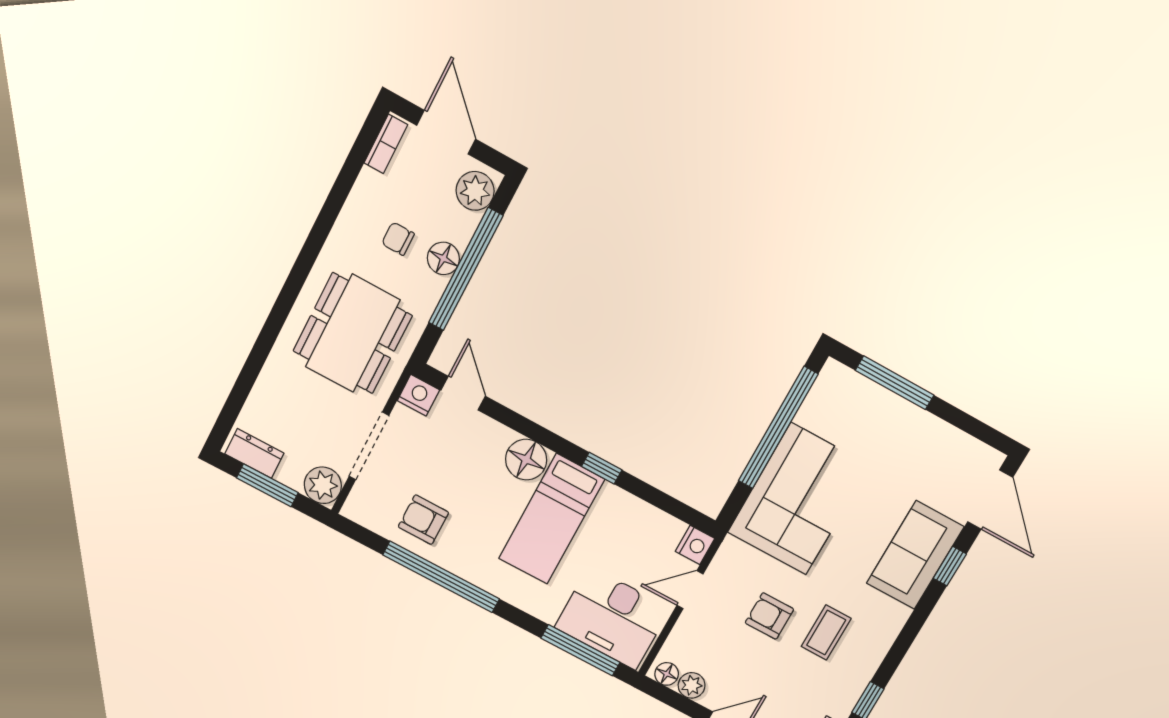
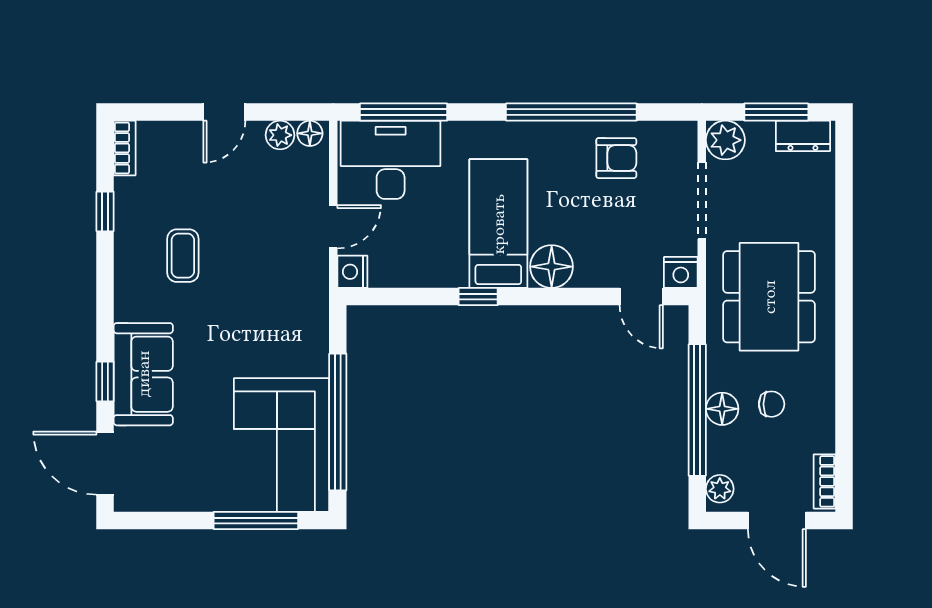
plant: (475, 191) -> (720, 489), width x0.73, depth x0.73
corner sofa: (798, 499) -> (282, 445), moved
armchair: (769, 616) -> (245, 242), removed

